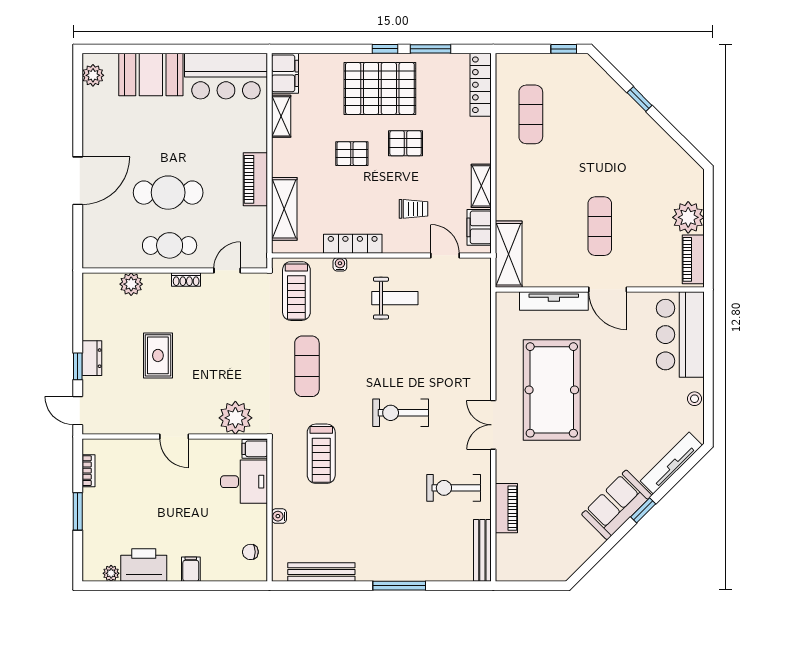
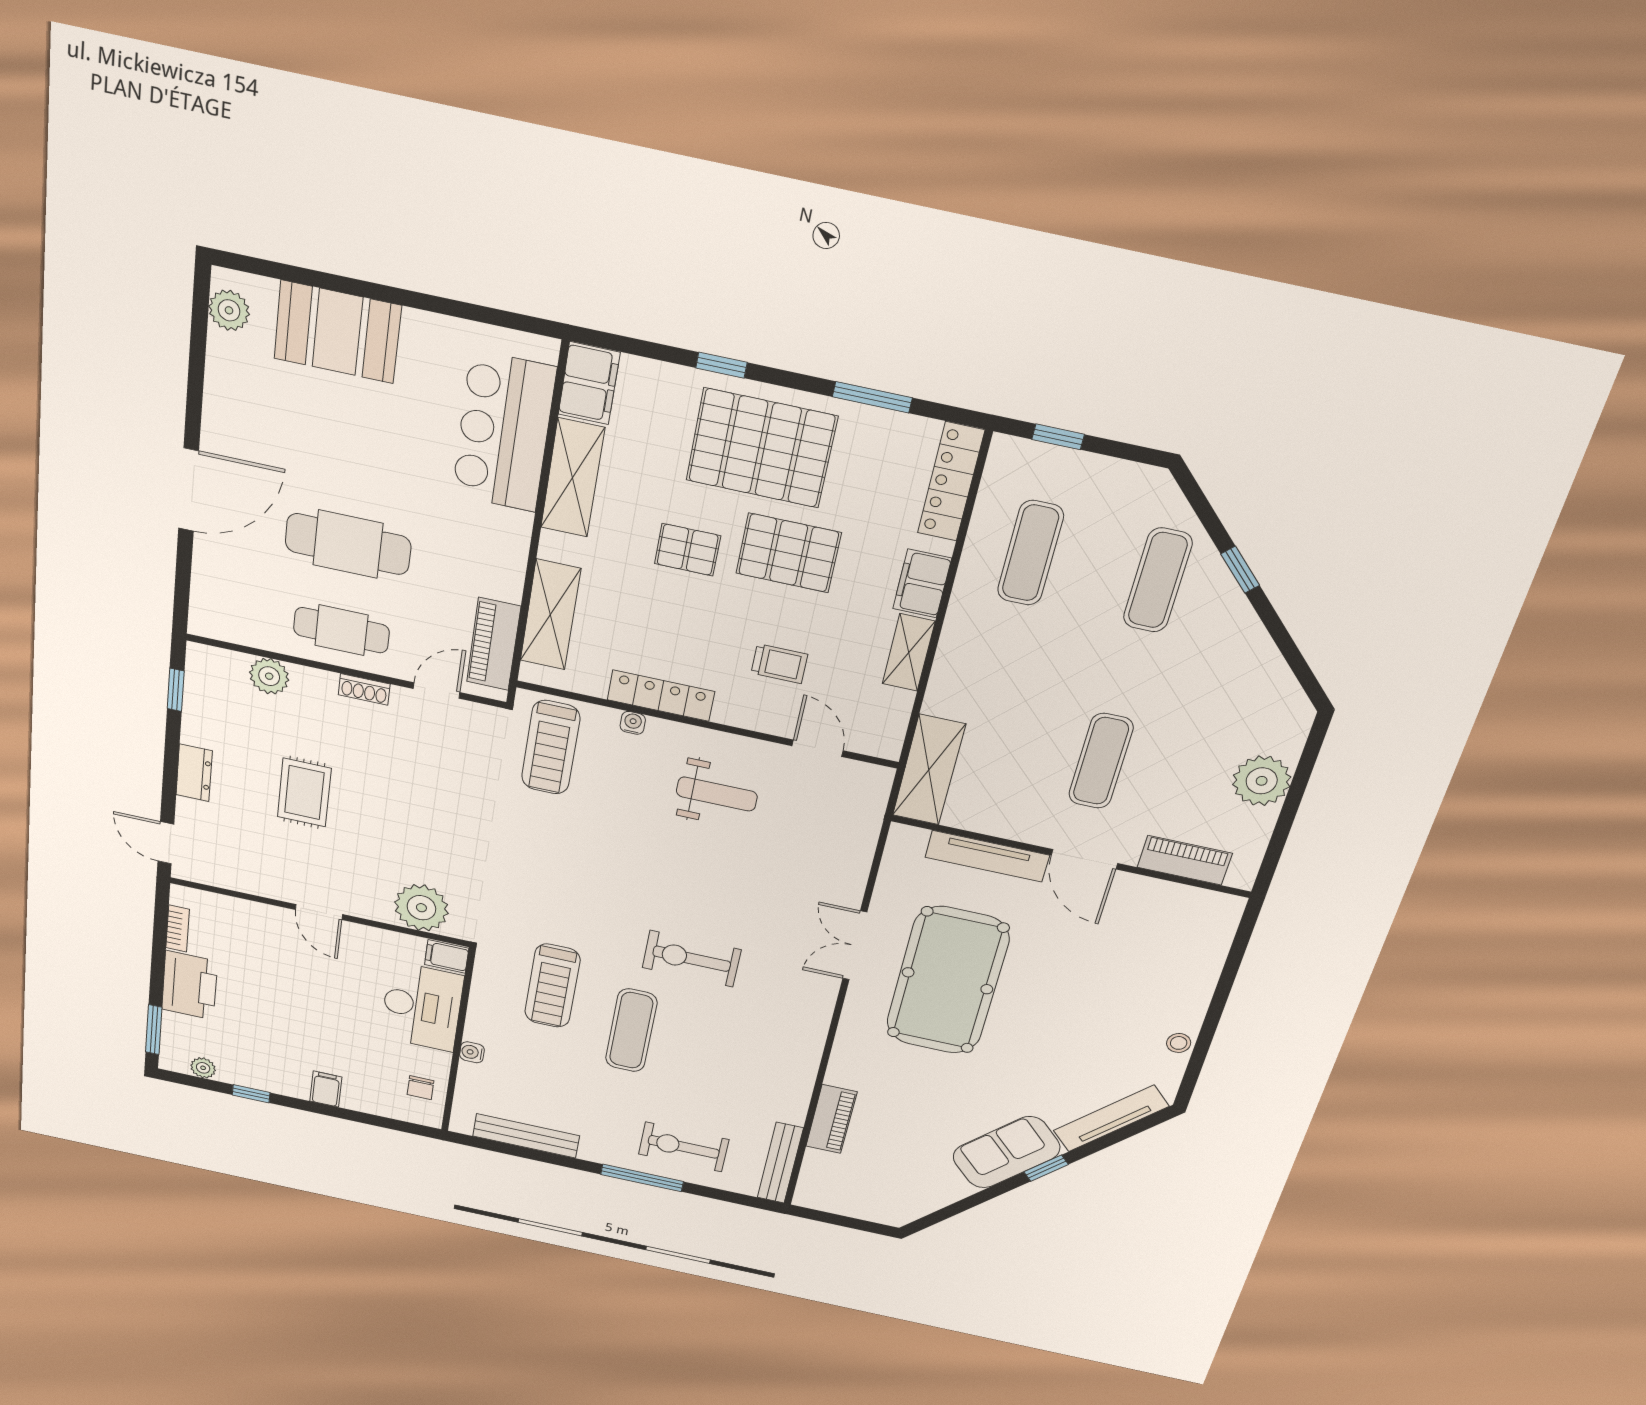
window: (385, 49) -> (721, 365), moved
window: (564, 49) -> (1058, 437), moved
bar counter: (226, 76) -> (504, 432), moved, turned 90
exercise mat: (600, 114) -> (1158, 580), added
shelving: (281, 116) -> (573, 478), width x1.50, depth x1.33
pallet: (406, 143) -> (789, 553), width x1.50, depth x1.42
piano: (255, 179) -> (494, 644), moved
filing cabinet: (479, 227) -> (922, 584), moved
piano: (693, 259) -> (1185, 860), moved, turned 90
bar counter: (680, 335) -> (1186, 950), removed
window: (78, 366) -> (176, 690), moved
exercise mat: (307, 366) -> (631, 1030), moved
double door: (493, 425) -> (855, 945), moved
desk: (244, 482) -> (422, 1007), width x1.37
exercise bike: (454, 488) -> (684, 1147), moved
window: (78, 511) -> (154, 1030), moved
chair: (250, 552) -> (421, 1088), turned -90
printer: (144, 565) -> (190, 985), moved, turned 90
window: (143, 586) -> (251, 1094), added

